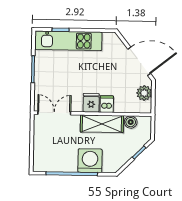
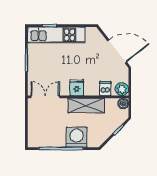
plant: (144, 93) -> (122, 89), moved
dishwasher: (107, 104) -> (105, 89), moved
boiler: (131, 122) -> (123, 104), moved

